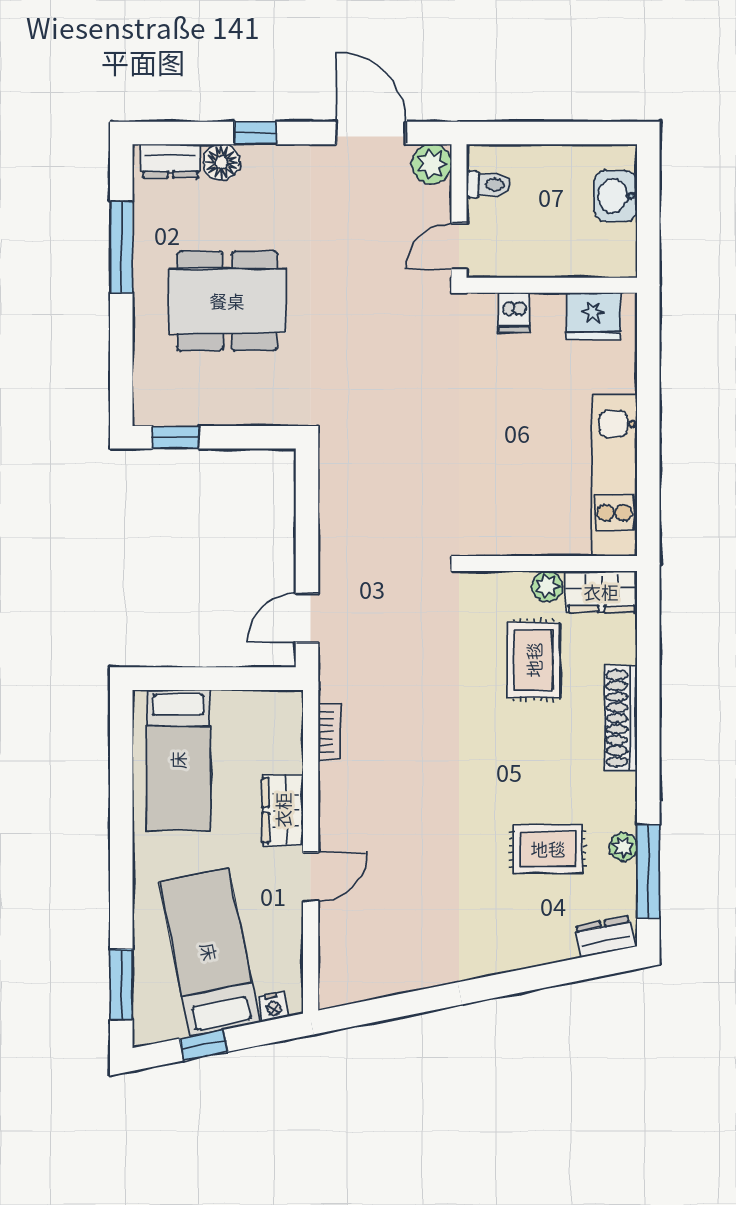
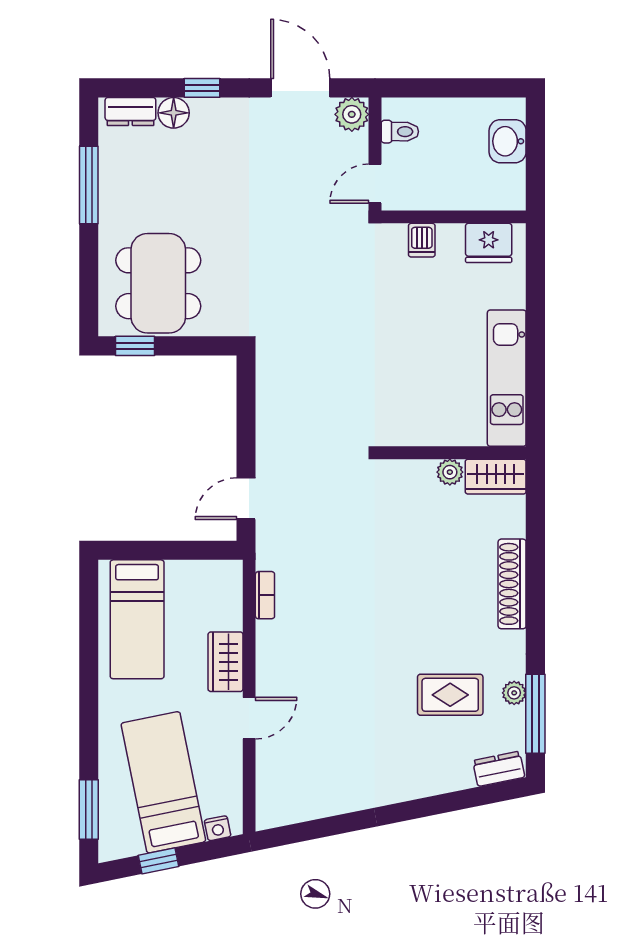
dining table: (227, 301) -> (158, 283), moved, turned 90
rug: (534, 660) -> (438, 535), removed

